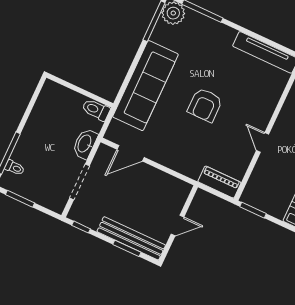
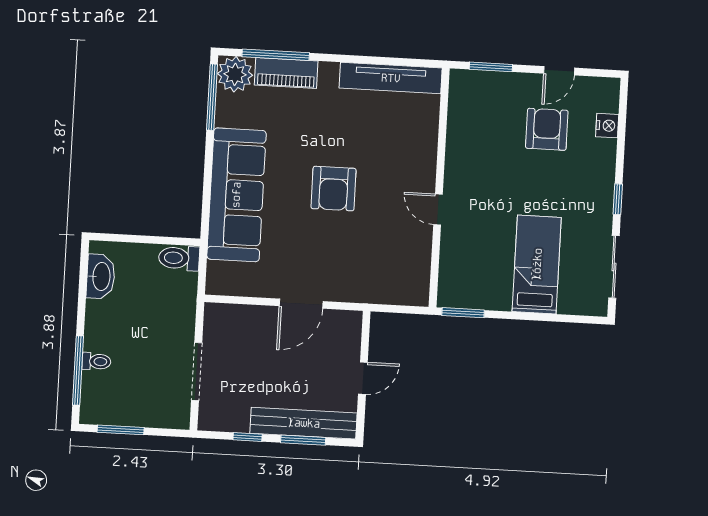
washbasin: (85, 144) -> (101, 277), moved, turned 180
door: (131, 153) -> (301, 304), moved
toilet: (15, 168) -> (96, 361), moved
piano: (219, 182) -> (286, 73), moved, turned 180
window: (81, 227) -> (248, 437), moved

